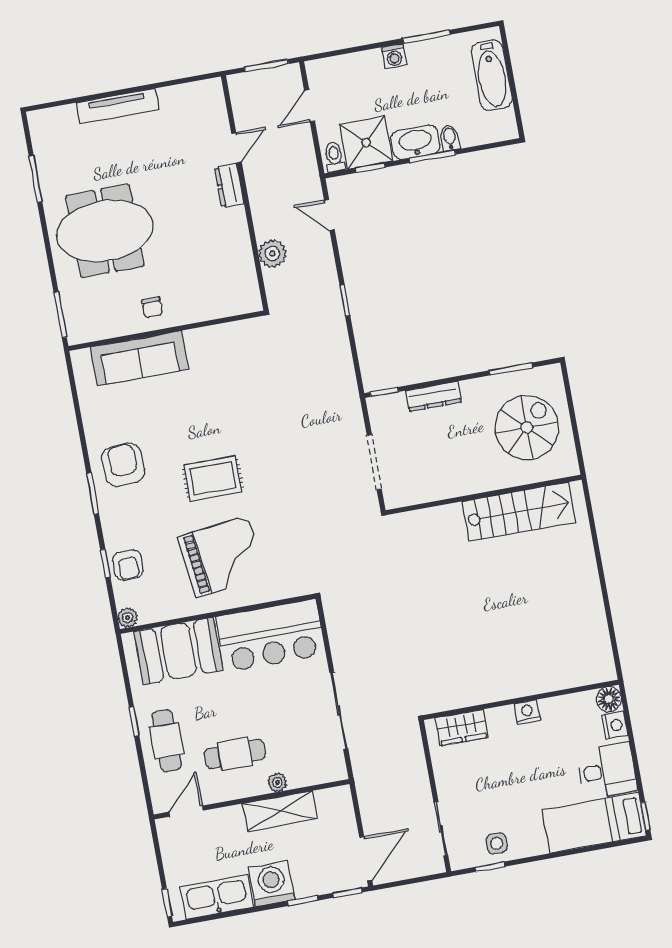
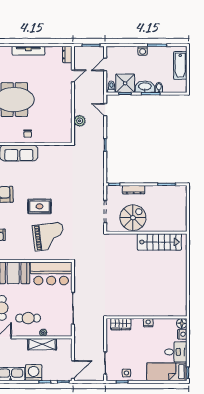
dresser: (229, 185) -> (67, 54), moved
spiral stairs: (527, 427) -> (133, 218), moved
grand piano: (222, 556) -> (49, 237), moved

